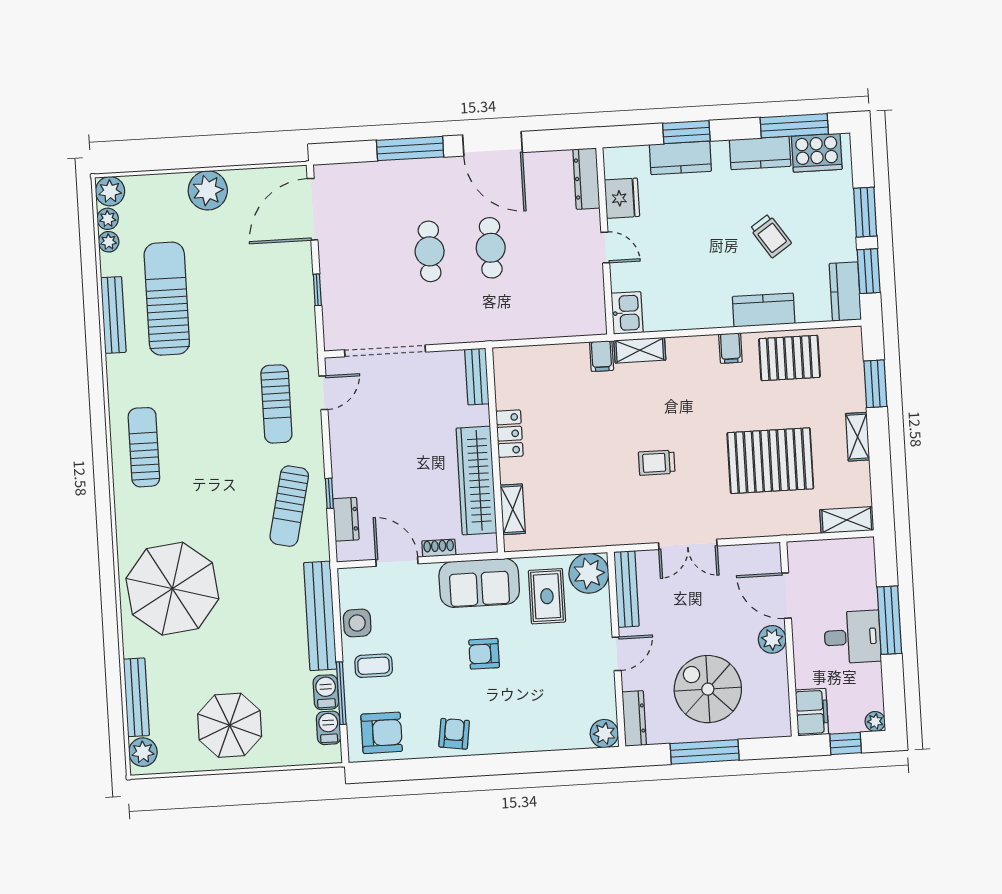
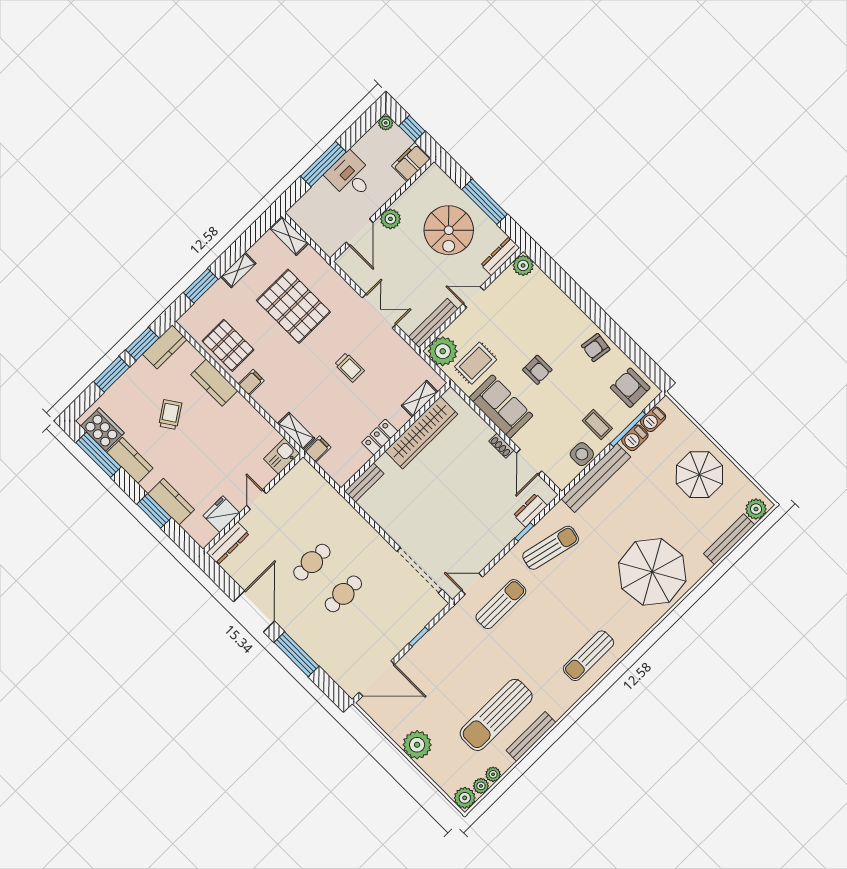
bench: (477, 376) -> (364, 483), moved
locker: (509, 434) -> (380, 437), moved
wall: (495, 450) -> (396, 437), moved
wardrobe: (476, 480) -> (421, 433), moved
shelving: (513, 509) -> (420, 399), moved

